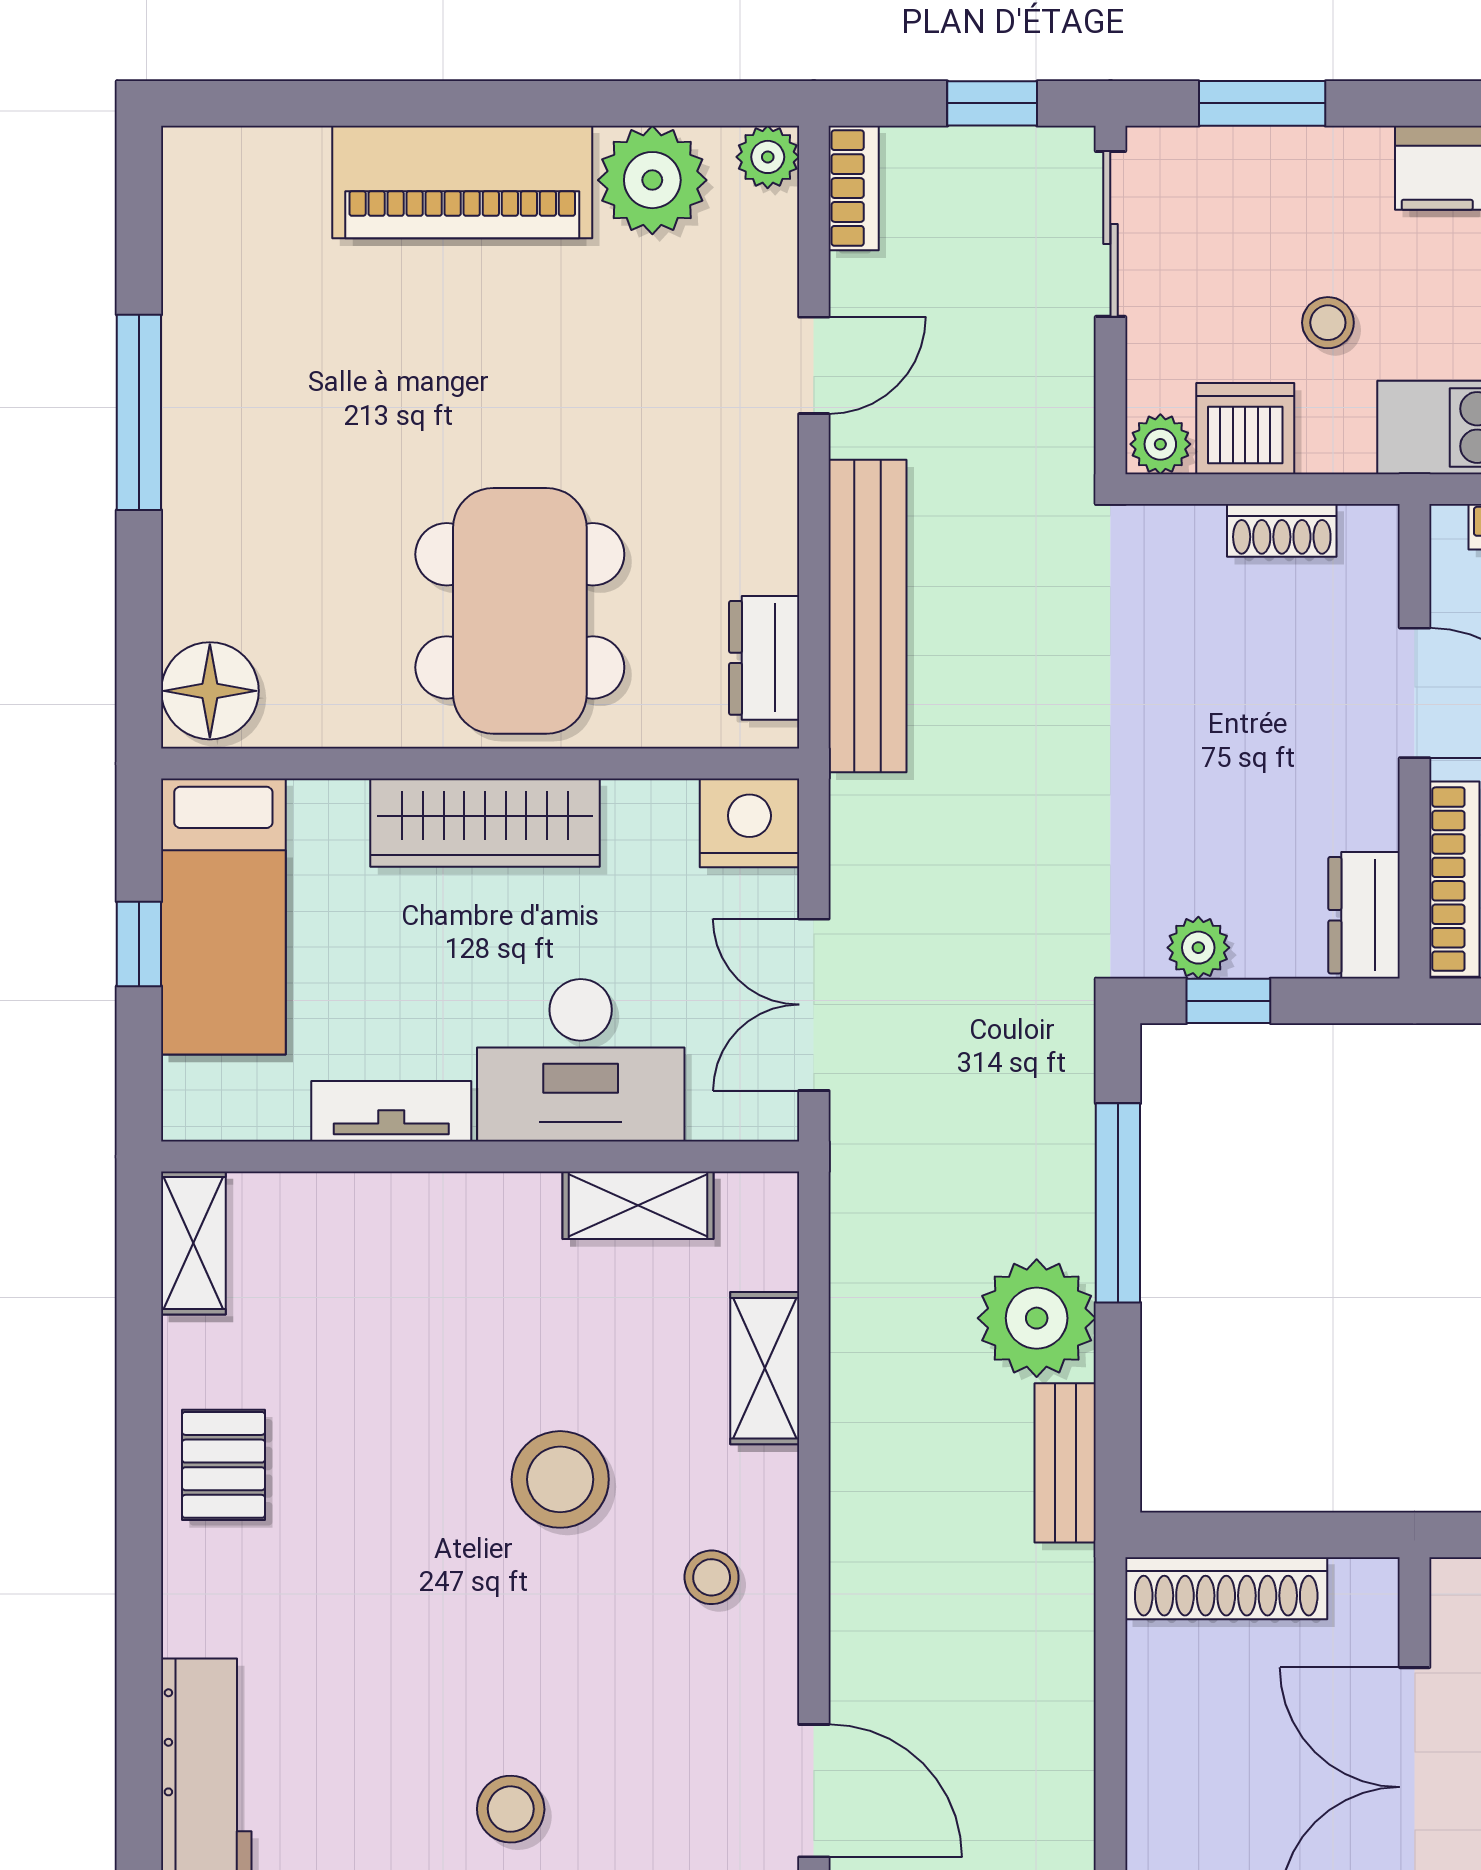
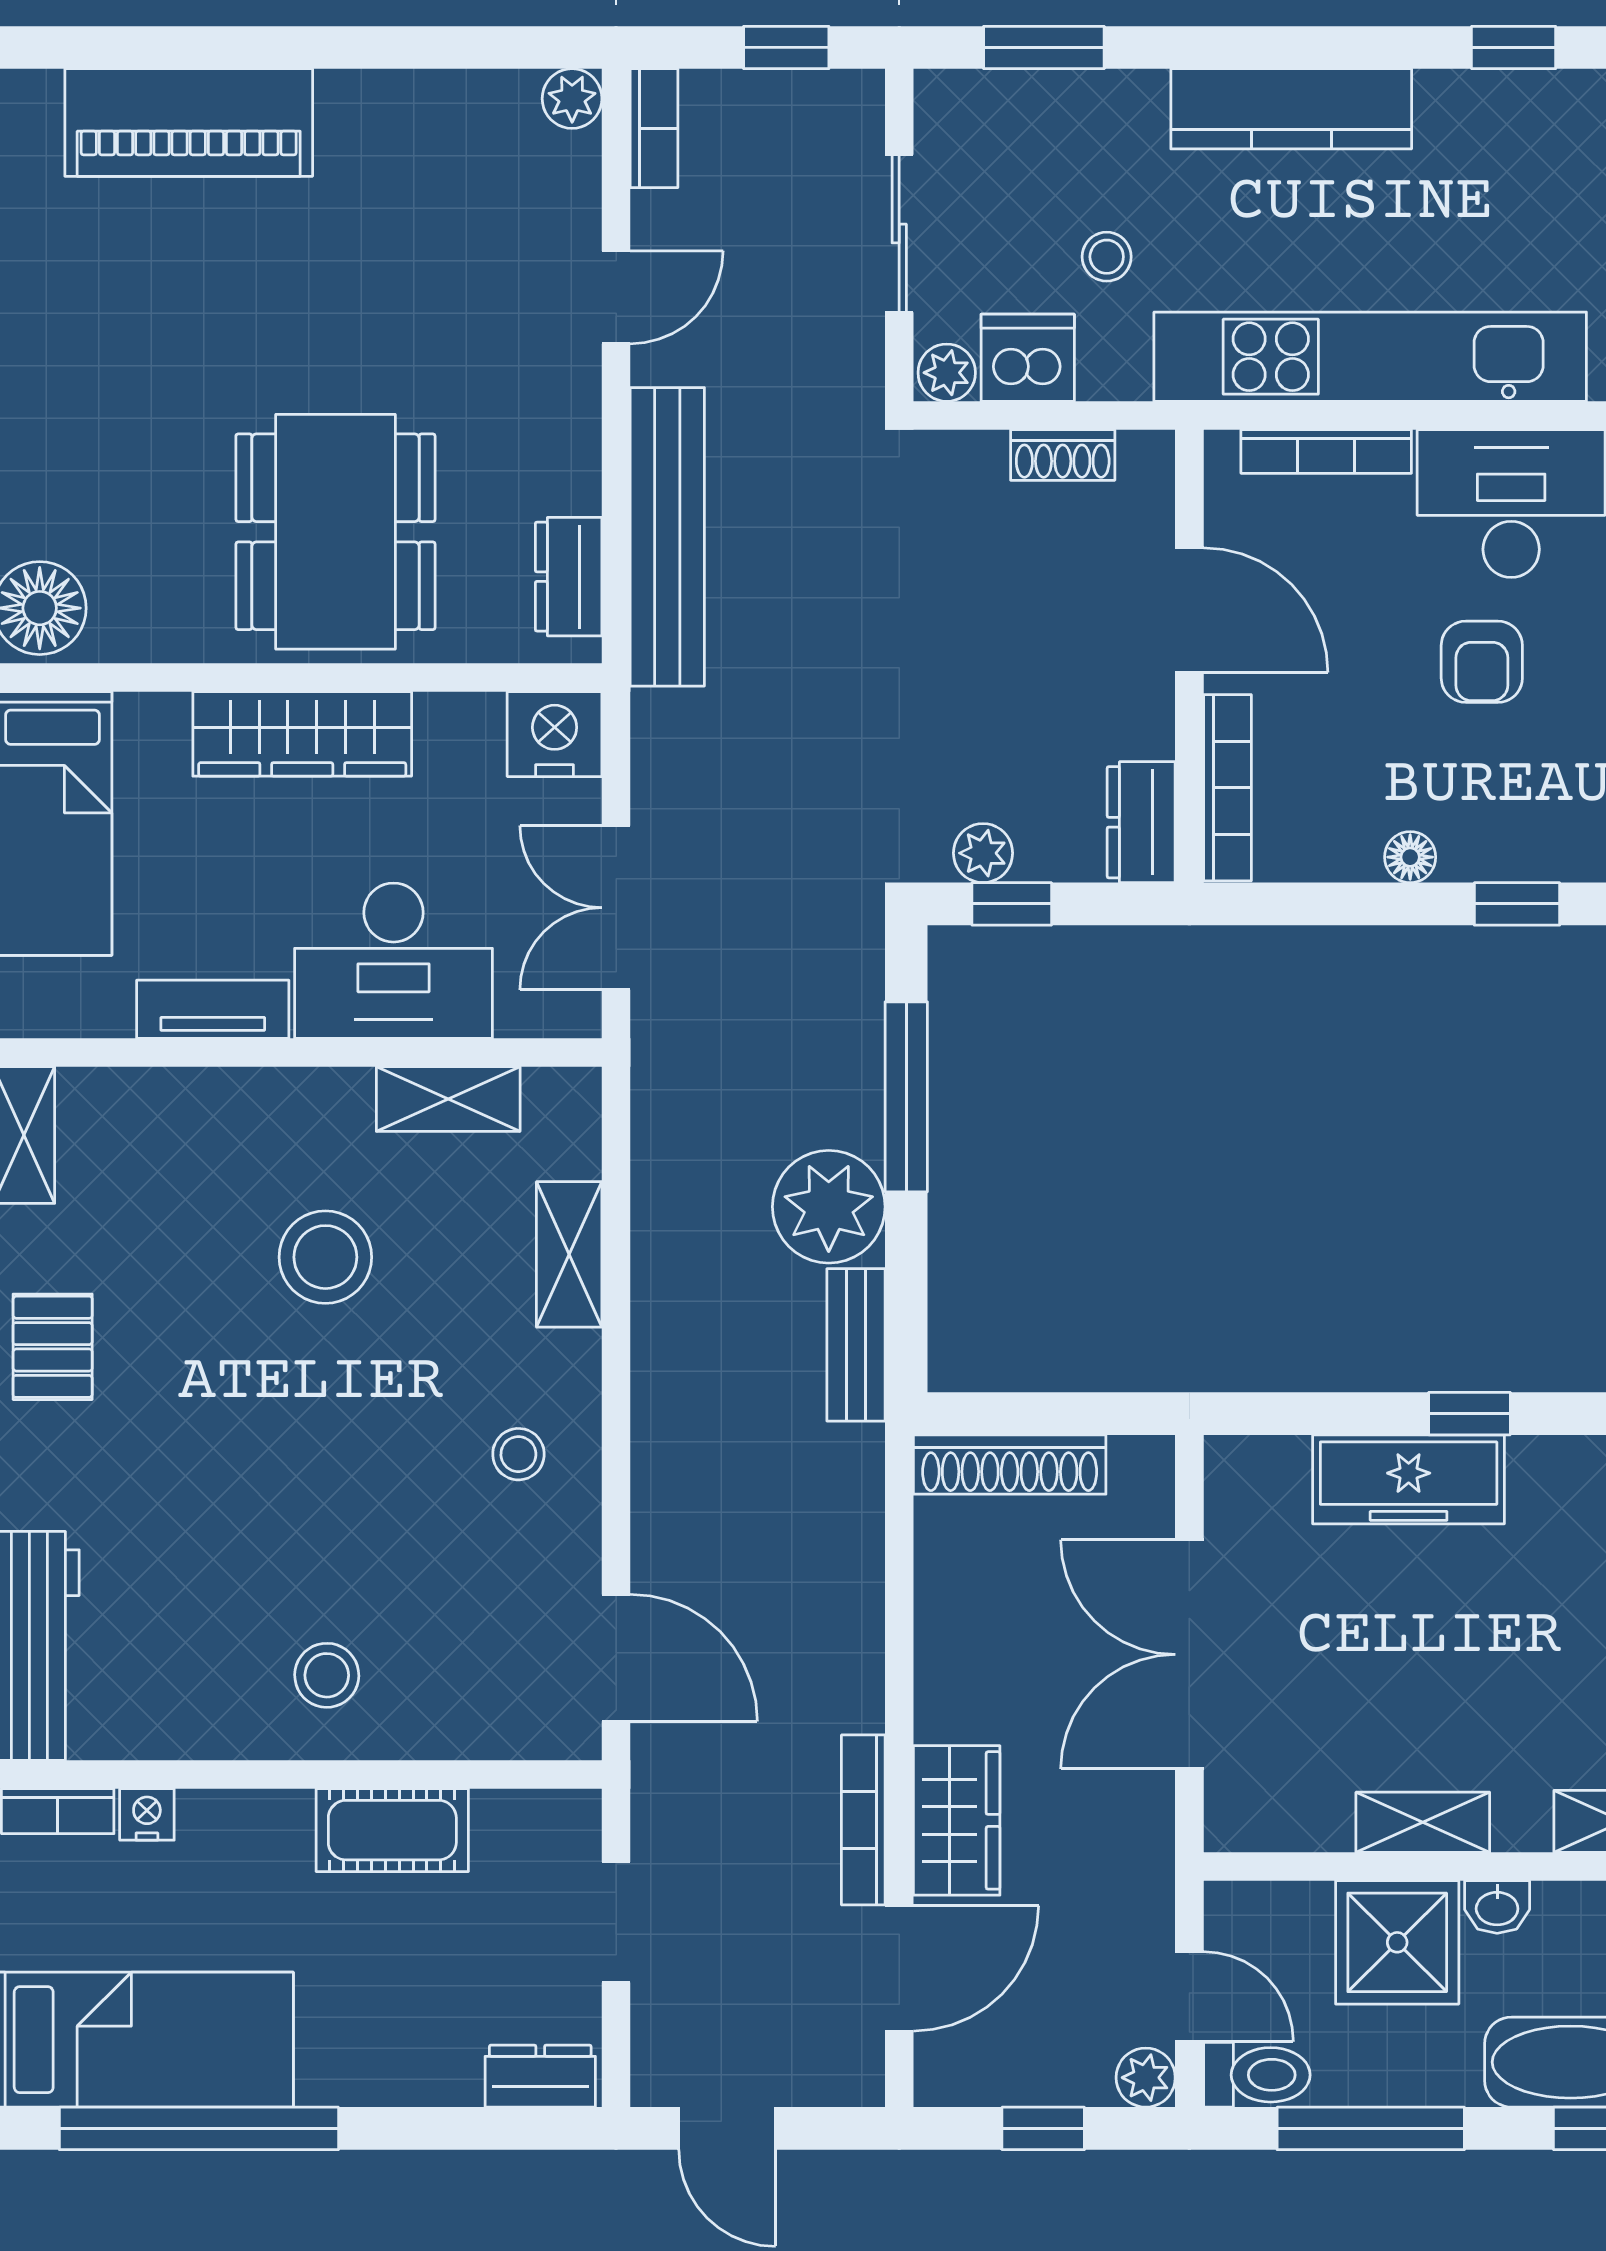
plant: (652, 180) -> (462, 121), removed
piano: (462, 182) -> (189, 123), moved
sliding door: (1110, 234) -> (899, 233), moved
stool: (560, 1479) -> (325, 1257), moved

